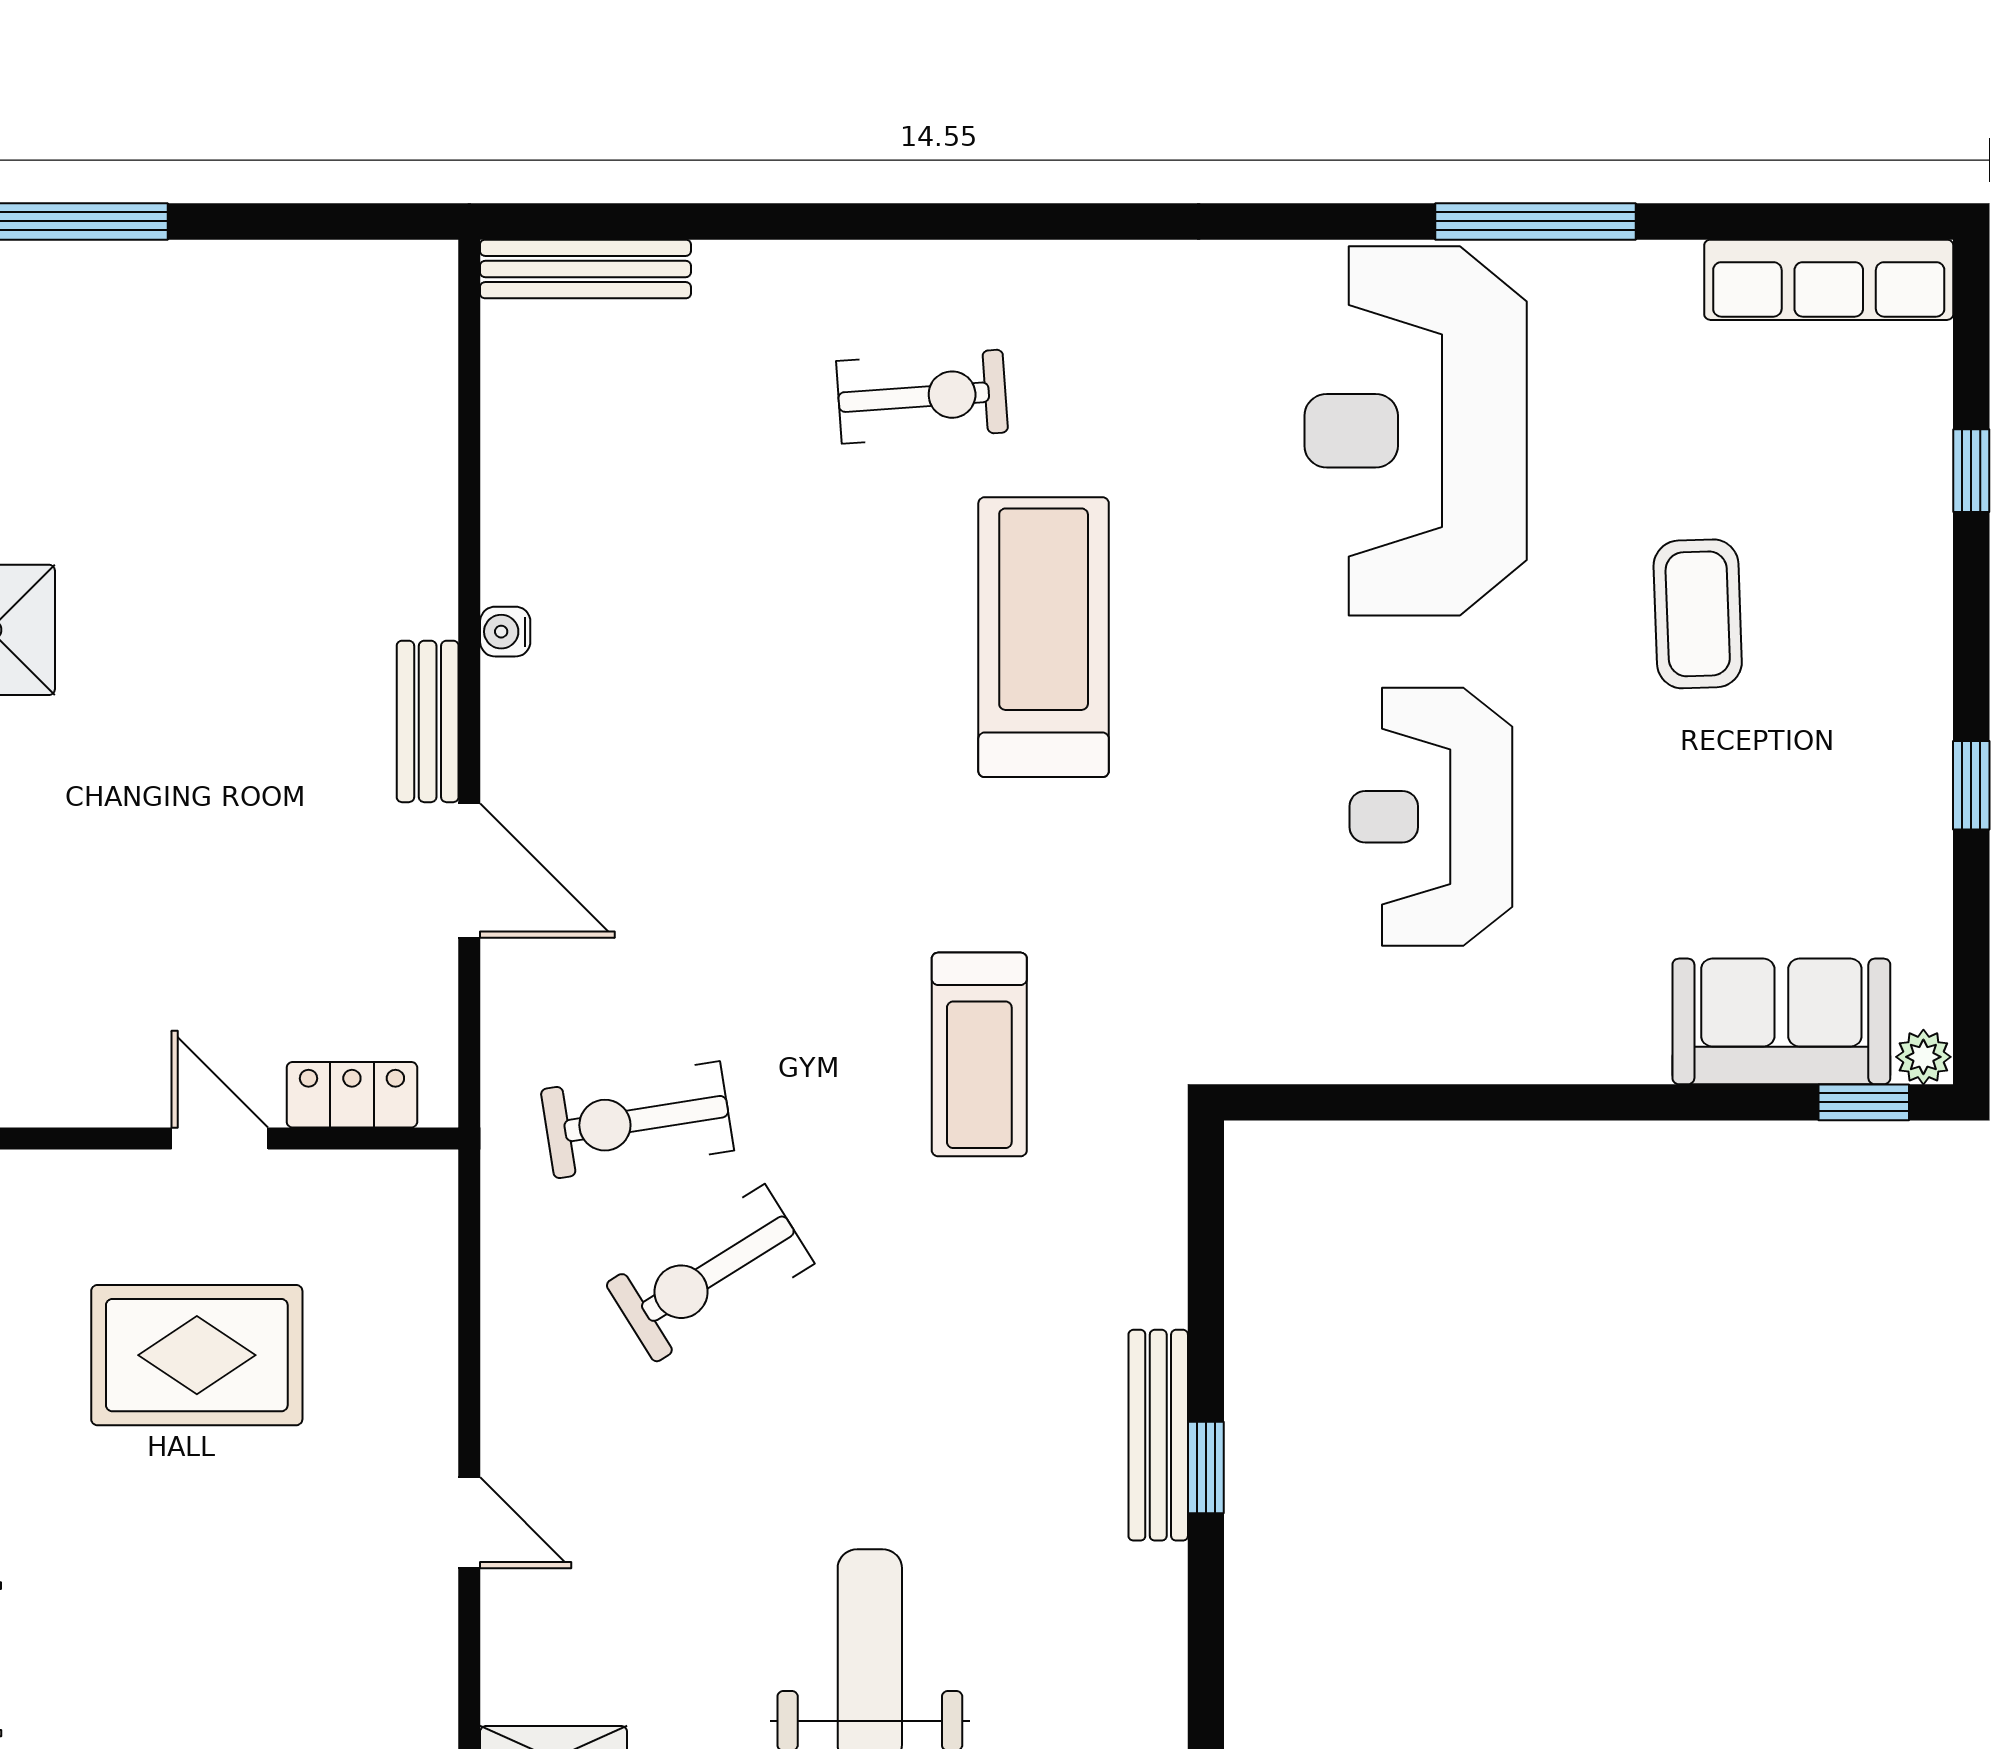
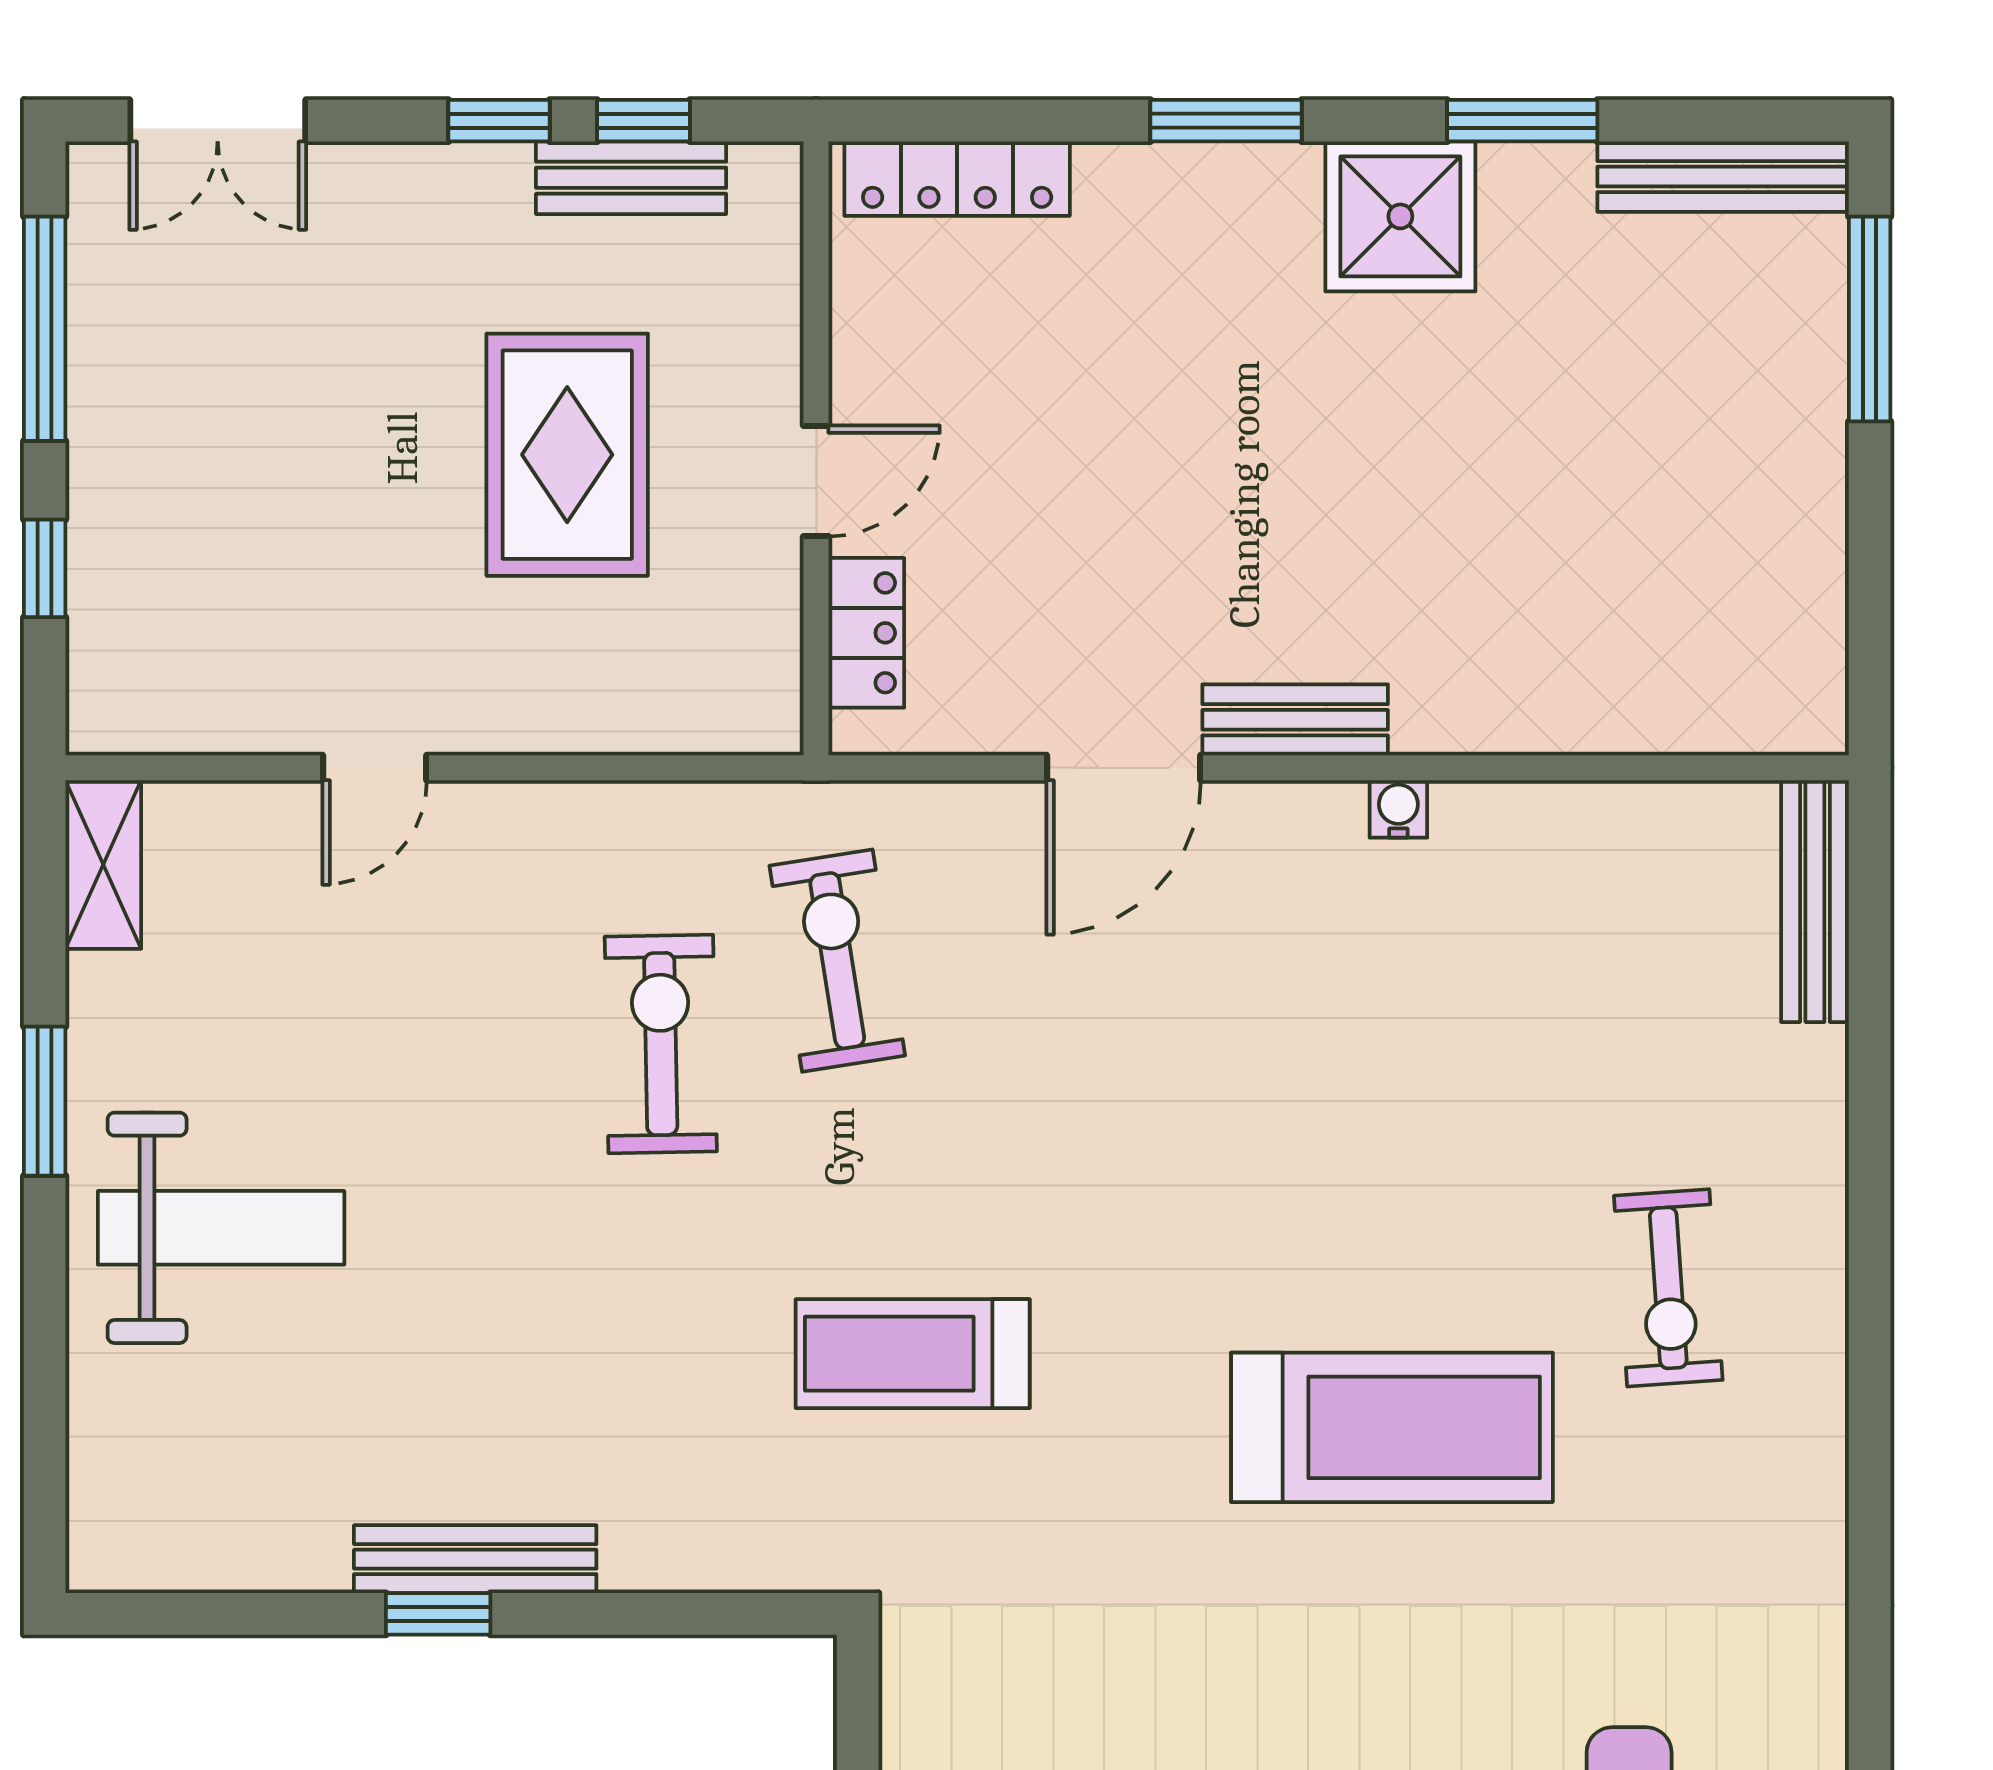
exercise bike: (710, 1274) -> (661, 1044), turned 31

